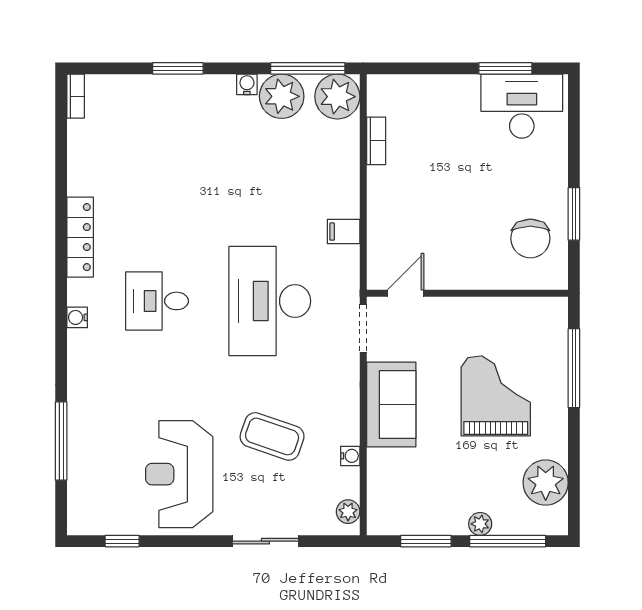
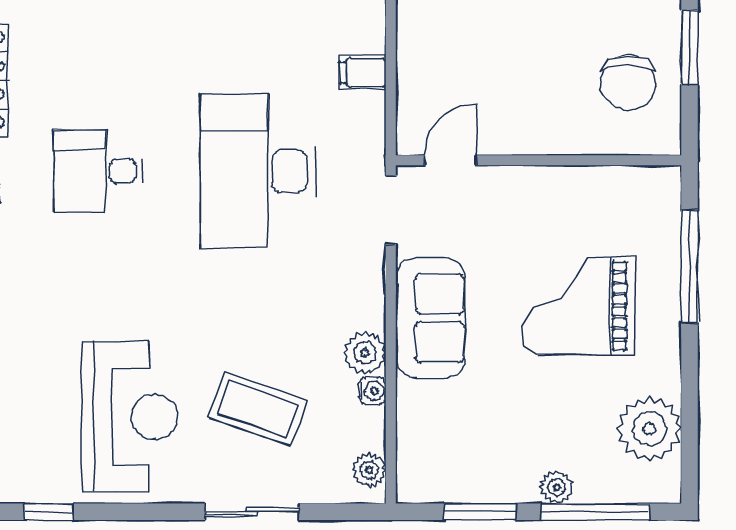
grand piano: (496, 396) -> (579, 306), turned -90
plant: (345, 429) -> (365, 353), added
coffee table: (272, 436) -> (258, 408), moved
reception desk: (179, 474) -> (130, 417), turned 180

